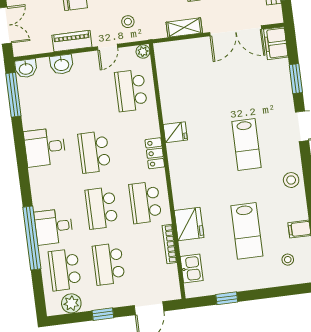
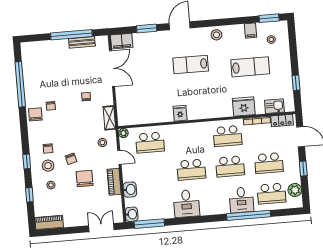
shelving: (184, 28) -> (109, 118), moved
lab bench: (246, 144) -> (191, 65), turned 180
locker: (155, 153) -> (282, 121), moved

